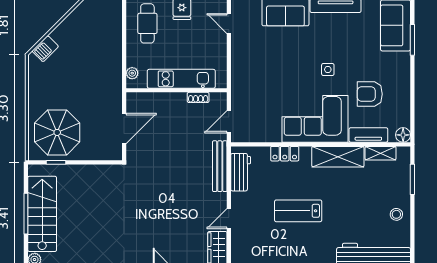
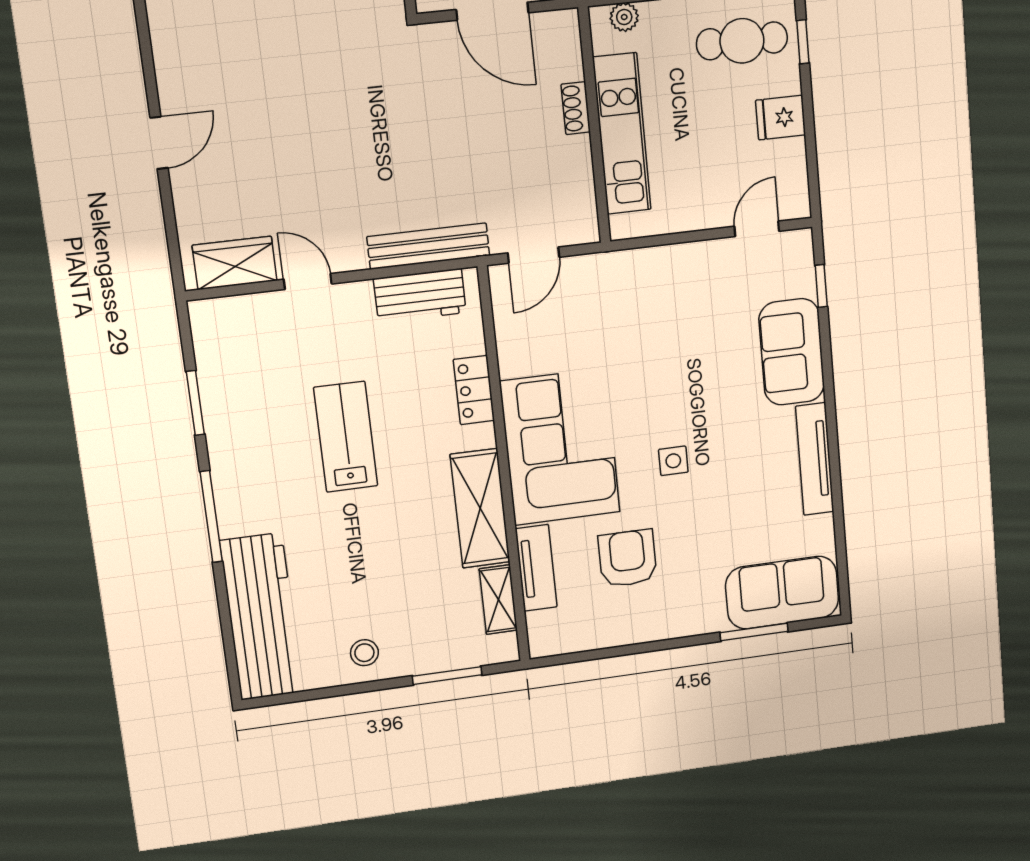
shoe rack: (198, 97) -> (576, 108), moved
door: (229, 122) -> (534, 255), swing flipped
floor lamp: (403, 135) -> (544, 642), removed

